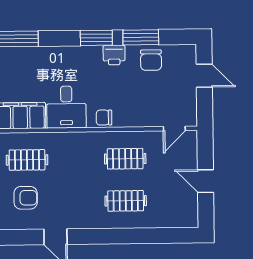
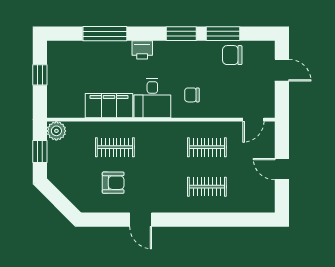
printer: (114, 55) -> (142, 50), moved
chair: (151, 60) -> (232, 55), turned 90
chair: (104, 118) -> (192, 95), moved

